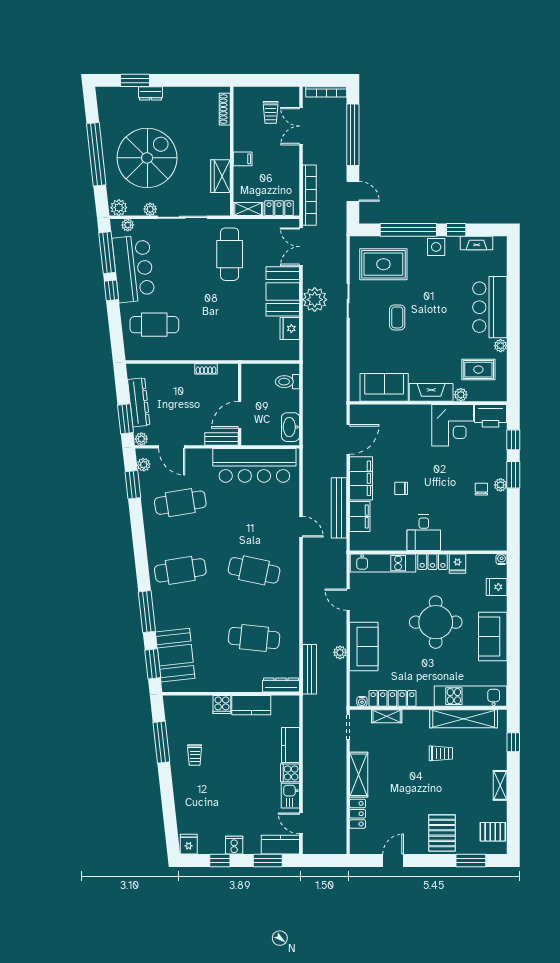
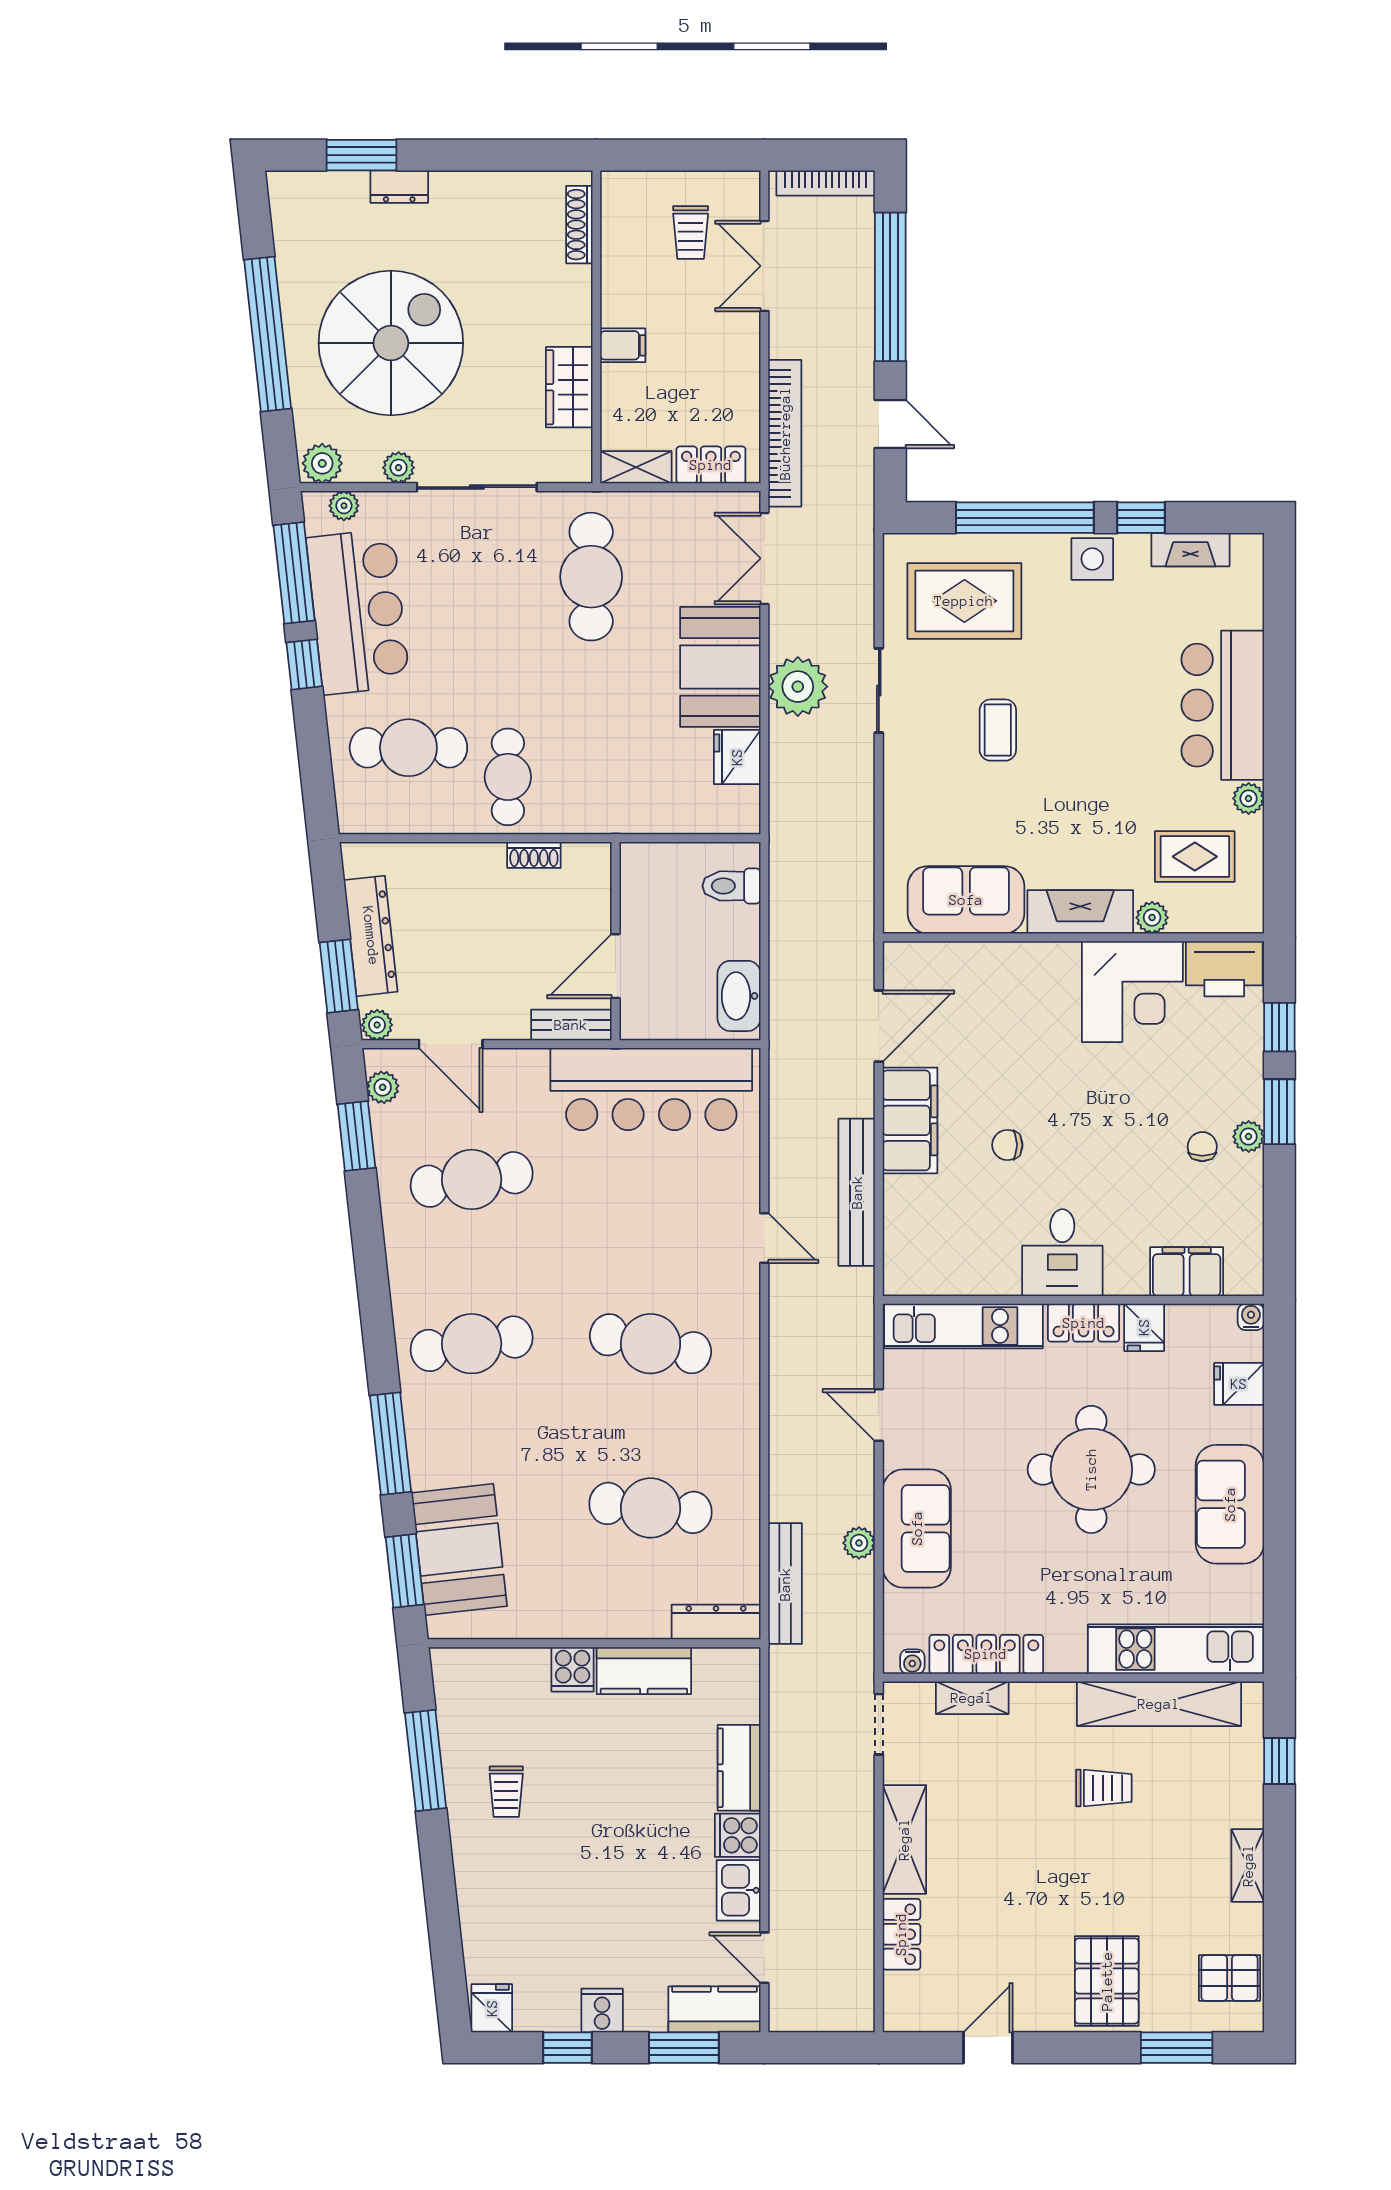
cafe table: (195, 337) -> (508, 777), added
filing cabinet: (360, 516) -> (1187, 1272), moved, turned -90

